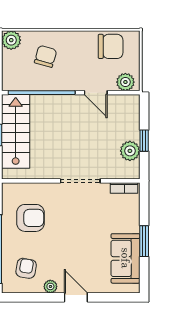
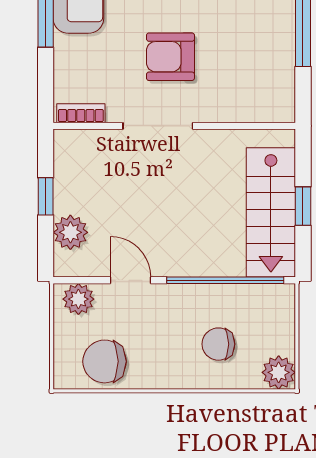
chair: (46, 56) -> (218, 344), turned 74
plant: (130, 151) -> (70, 232), moved
armchair: (30, 218) -> (170, 57), moved

